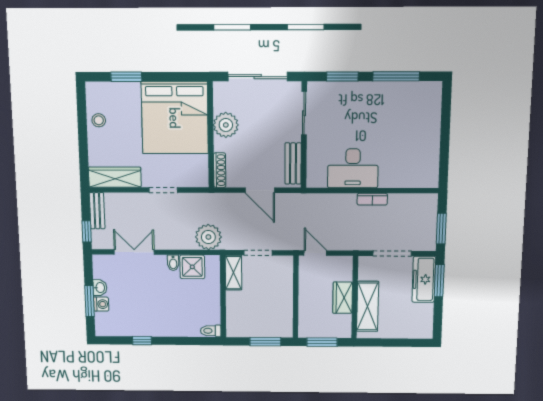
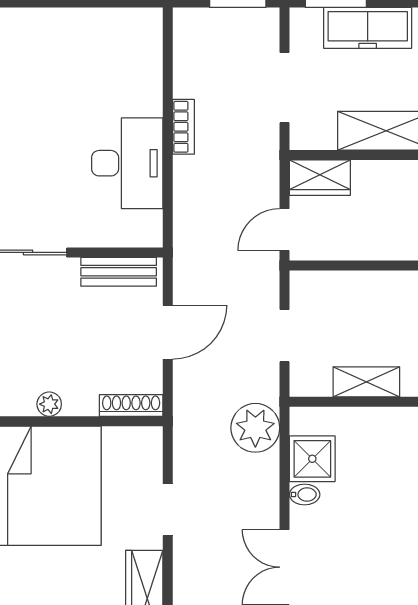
plant: (226, 125) -> (49, 404), width x0.53, depth x0.53
shelving: (233, 273) -> (366, 382), moved
freezer: (424, 279) -> (368, 28), moved
wardrobe: (343, 298) -> (320, 178), moved

